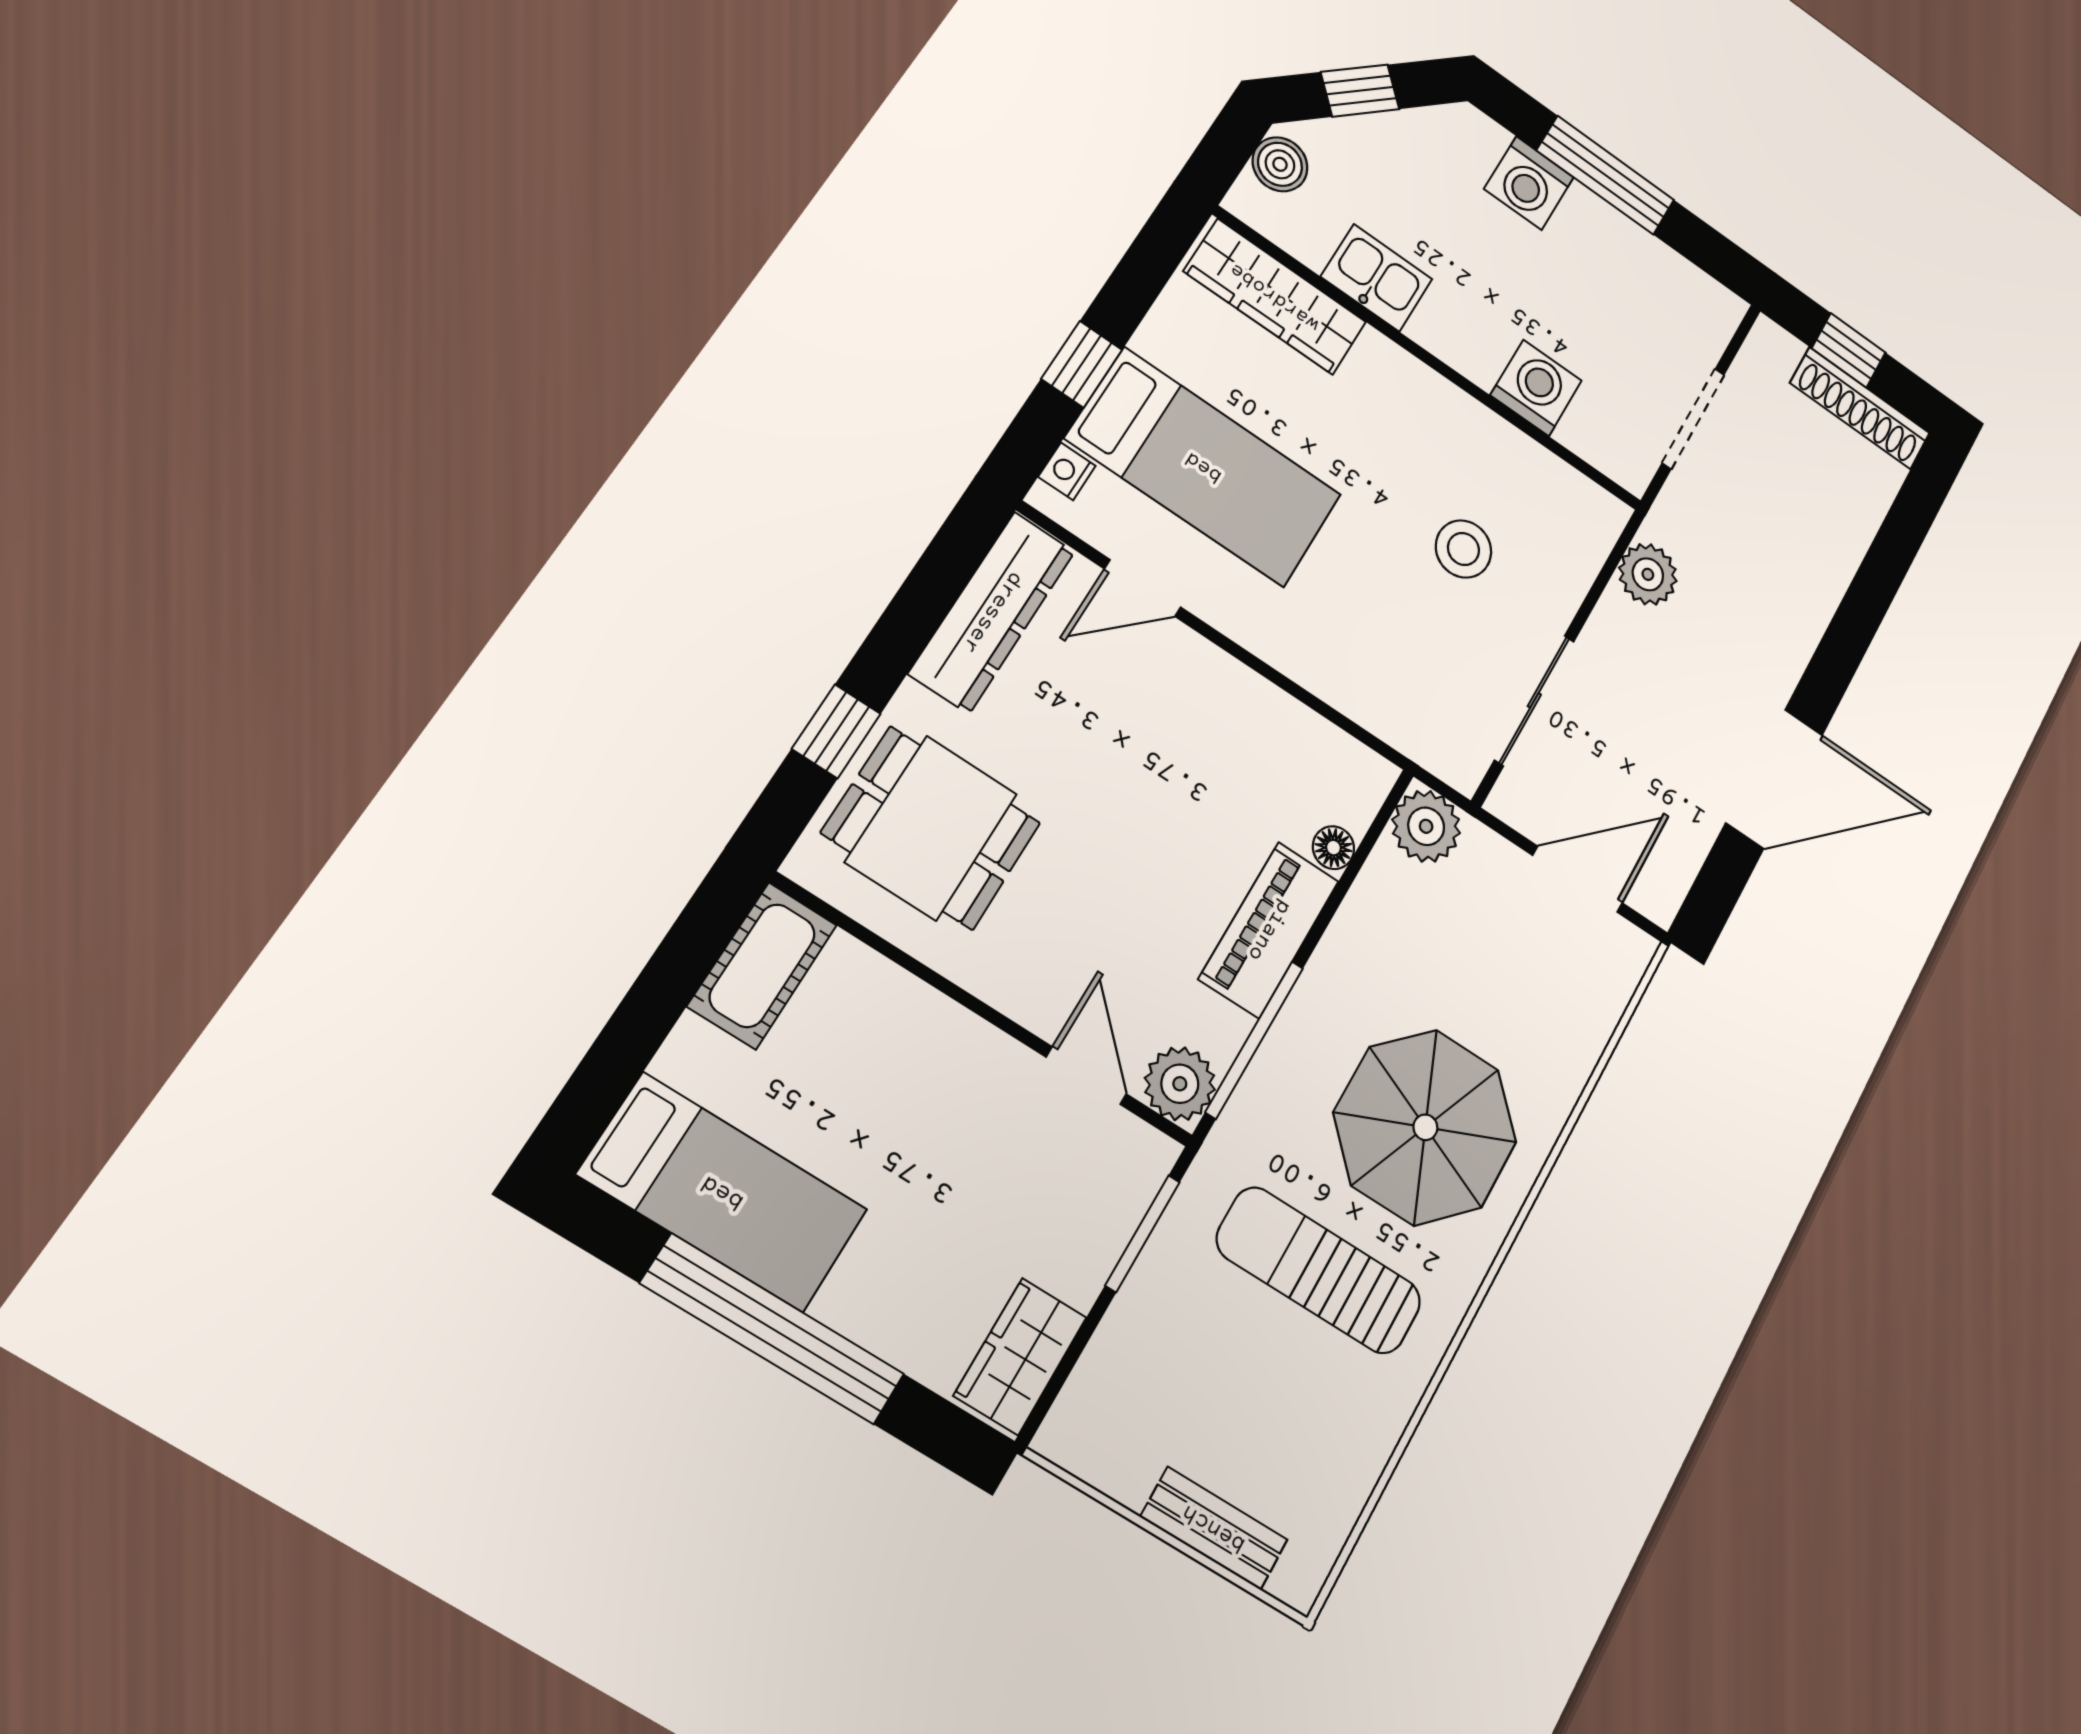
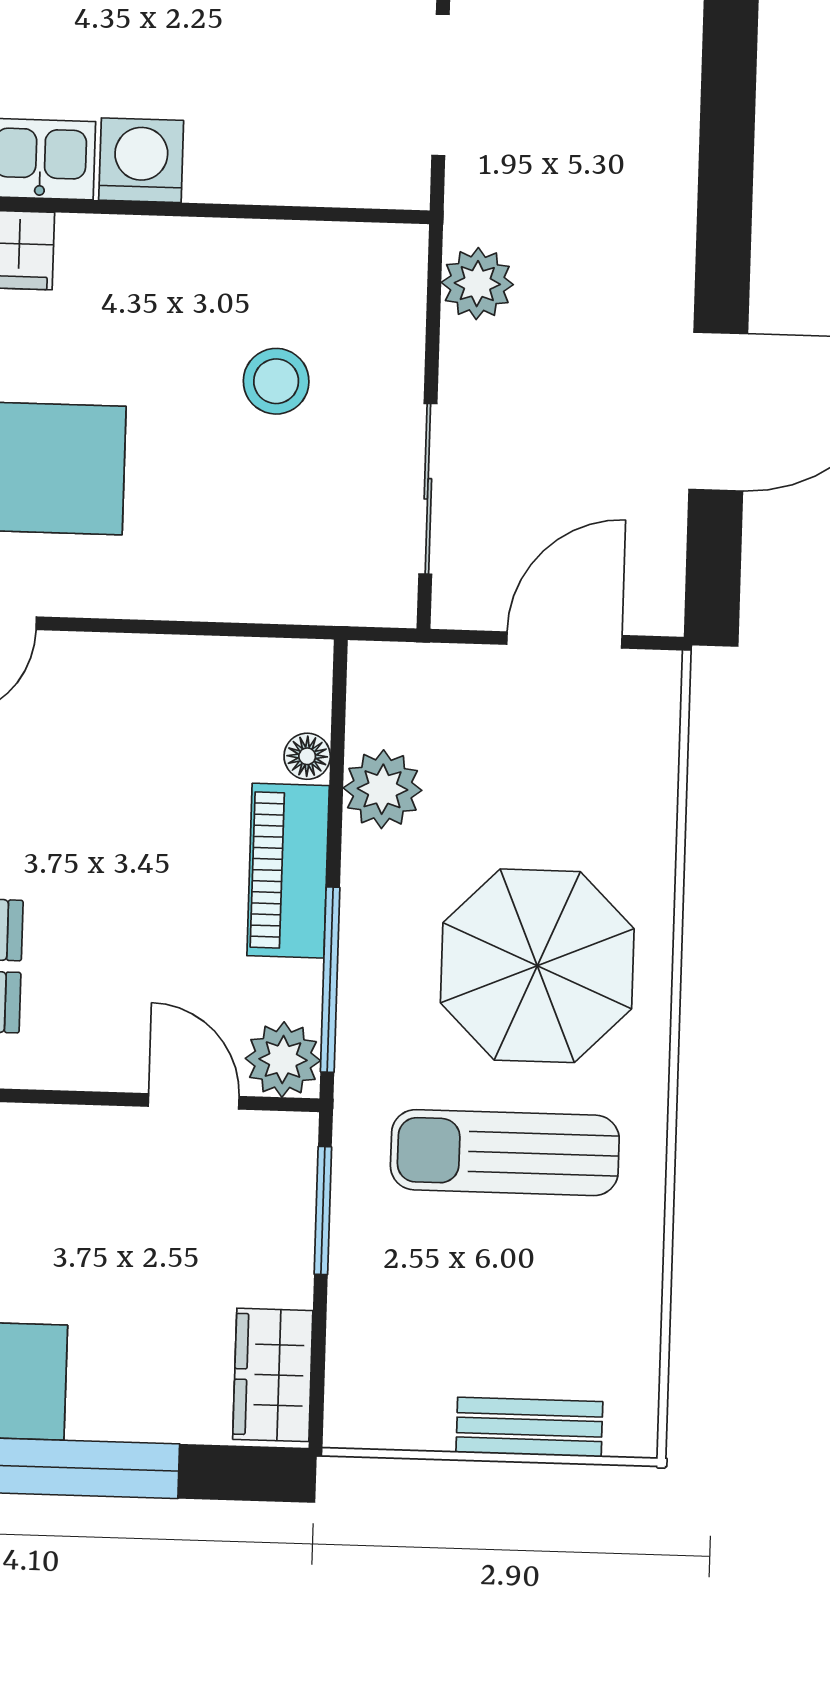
washing machine: (1536, 388) -> (141, 160), moved
plant: (1426, 826) -> (382, 789), moved

